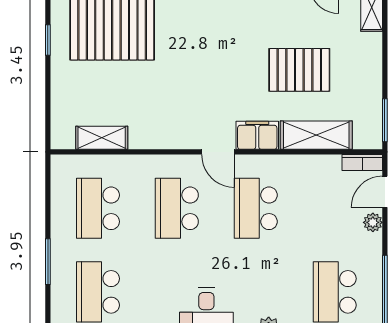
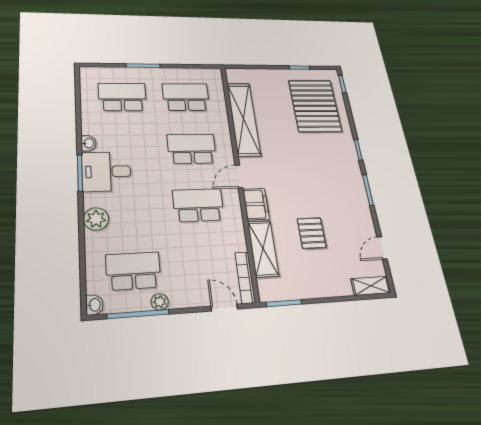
pallet: (299, 70) -> (312, 233), width x0.67, depth x0.71
shelving: (102, 138) -> (244, 119), width x2.20, depth x1.33
bookcase: (362, 163) -> (245, 278), width x1.56
plant: (373, 222) -> (160, 302), moved

